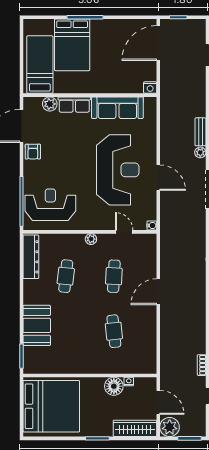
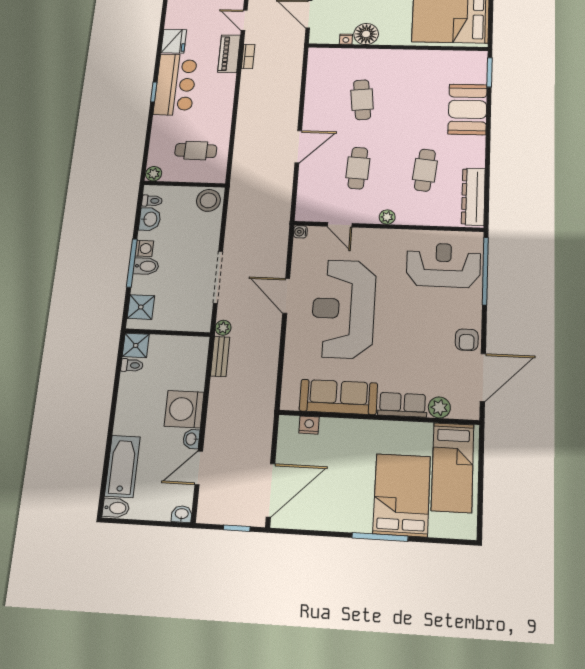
nightstand: (150, 88) -> (309, 425), moved
armchair: (33, 152) -> (467, 340), turned 180
reception desk: (50, 205) -> (443, 265), turned 180

